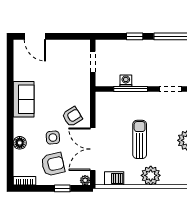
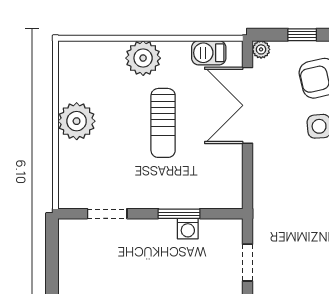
window: (131, 89) -> (179, 214), width x0.69
armchair: (72, 117) -> (284, 164), removed
double door: (93, 149) -> (247, 105), swing flipped

